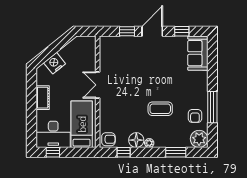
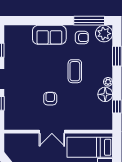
sofa: (198, 53) -> (49, 35), moved
window: (212, 107) -> (89, 21), moved
armchair: (108, 139) -> (50, 99), moved

